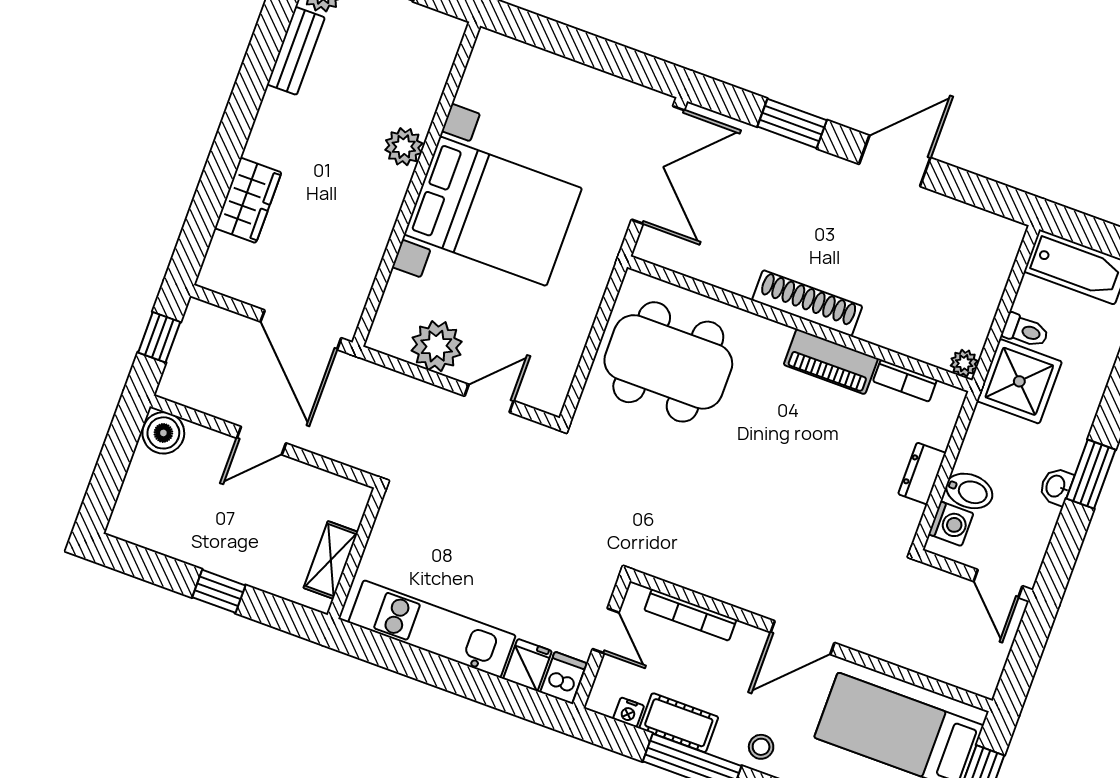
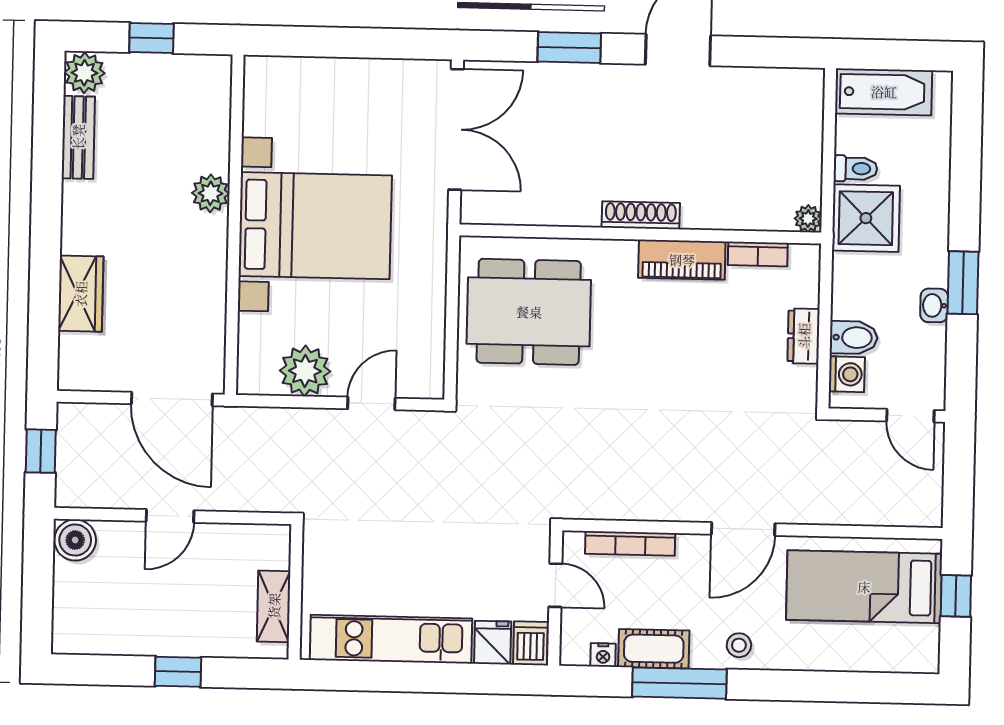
shoe rack: (807, 303) -> (641, 215), width x0.74, depth x0.81

